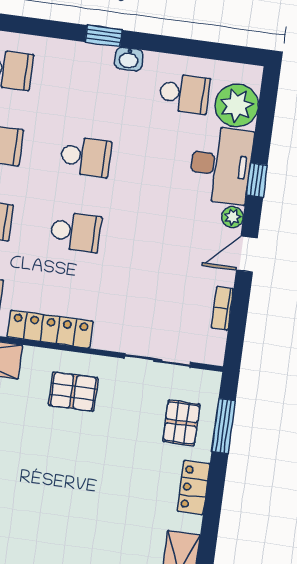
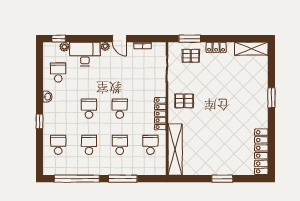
window: (104, 36) -> (39, 121), moved
plant: (237, 105) -> (64, 47), width x0.53, depth x0.53
window: (257, 180) -> (59, 39), moved
pallet: (73, 392) -> (184, 101), turned 90

